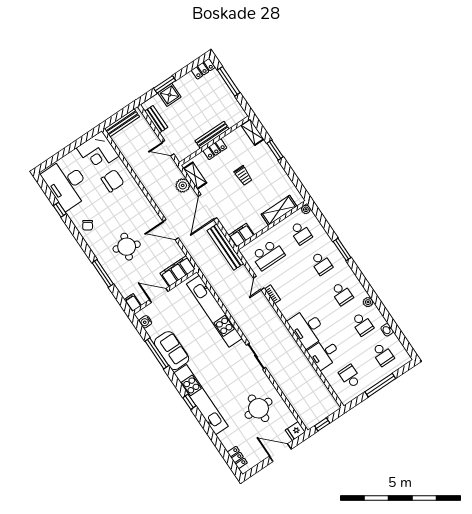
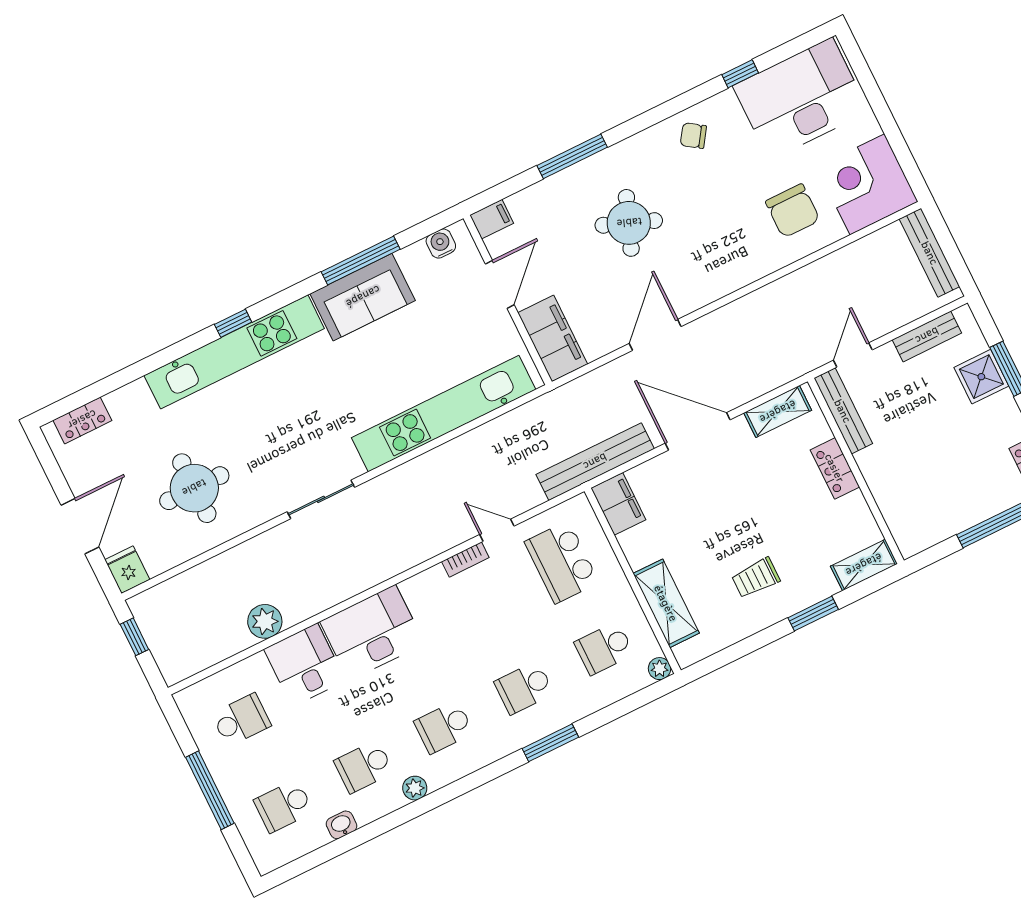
bench: (212, 135) -> (843, 411), moved
trolley: (243, 175) -> (756, 578), moved
plant: (183, 185) -> (265, 621), moved

